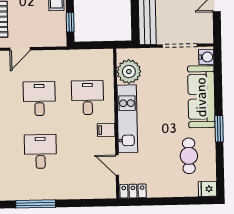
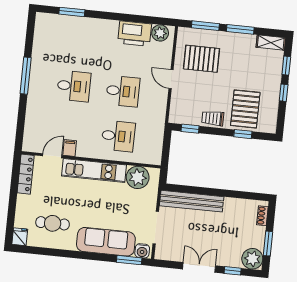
window: (219, 129) -> (129, 260), moved
filing cabinet: (106, 130) -> (70, 148), moved
locker: (133, 191) -> (26, 174), width x1.53

